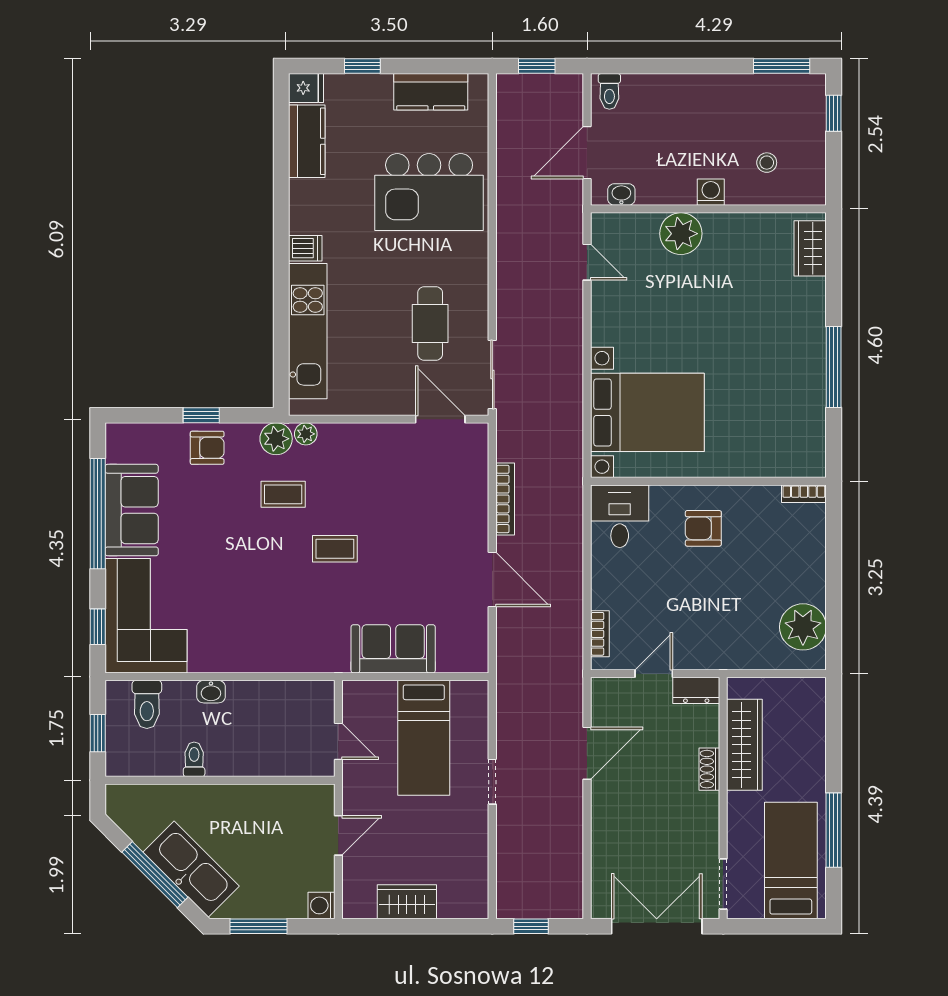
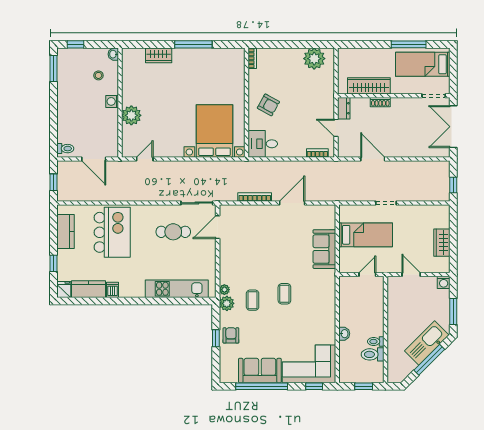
washbasin: (621, 194) -> (113, 54), moved
dishwasher: (305, 248) -> (112, 290), moved
wardrobe: (810, 248) -> (159, 55), moved
armchair: (703, 528) -> (268, 105), turned -61
coffee table: (335, 549) -> (284, 294), moved
toilet: (147, 704) -> (373, 354), moved, turned 180

